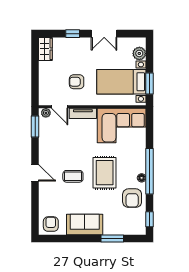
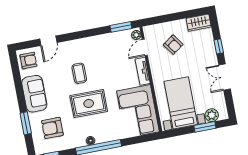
armchair: (77, 82) -> (173, 45), moved, turned 145
window: (150, 83) -> (205, 127), moved
door: (35, 173) -> (48, 41), moved
armchair: (132, 198) -> (52, 128), moved

